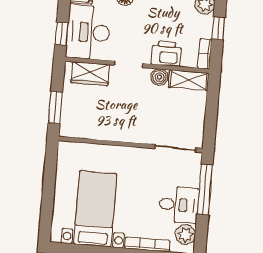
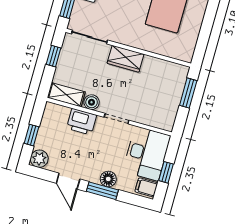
window: (62, 34) -> (166, 172), moved
bookcase: (205, 54) -> (48, 115), removed
wardrobe: (90, 74) -> (126, 59), moved, turned 180
window: (211, 120) -> (54, 56), added

